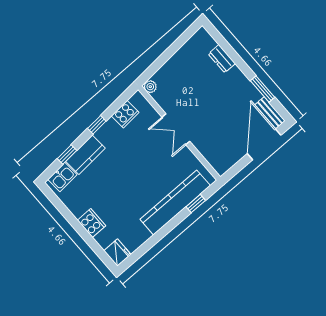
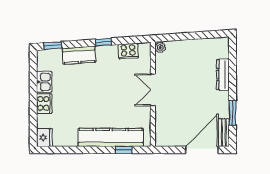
dresser: (222, 59) -> (223, 75), width x1.44
window: (67, 155) -> (53, 46), moved
kitchen sink: (62, 177) -> (44, 82), moved, turned -86

